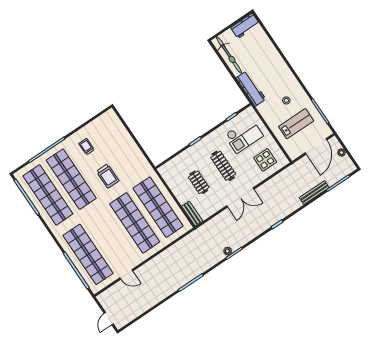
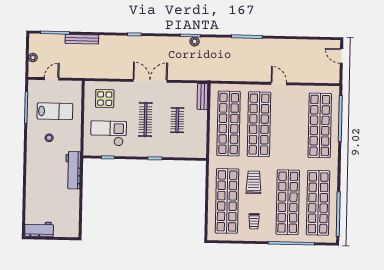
bicycle: (229, 55) -> (71, 214), removed
lab bench: (296, 124) -> (55, 111), turned 180
door: (316, 146) -> (52, 79), width x0.53
shop shelf: (118, 148) -> (227, 201), added
door: (126, 274) -> (279, 84), moved
door: (109, 319) -> (341, 56), swing flipped

